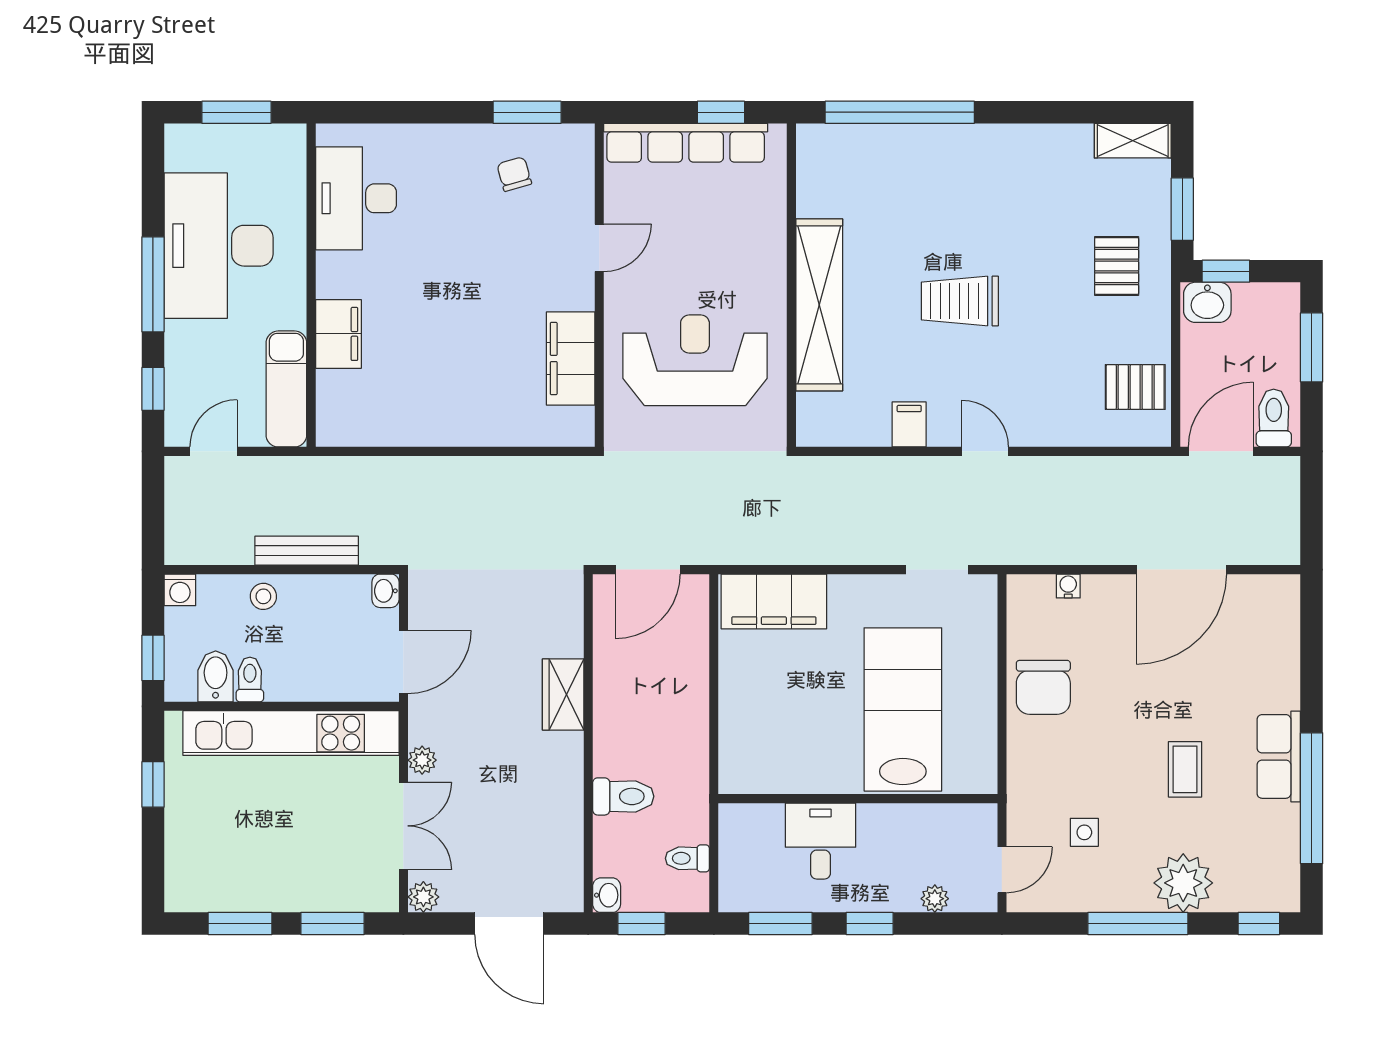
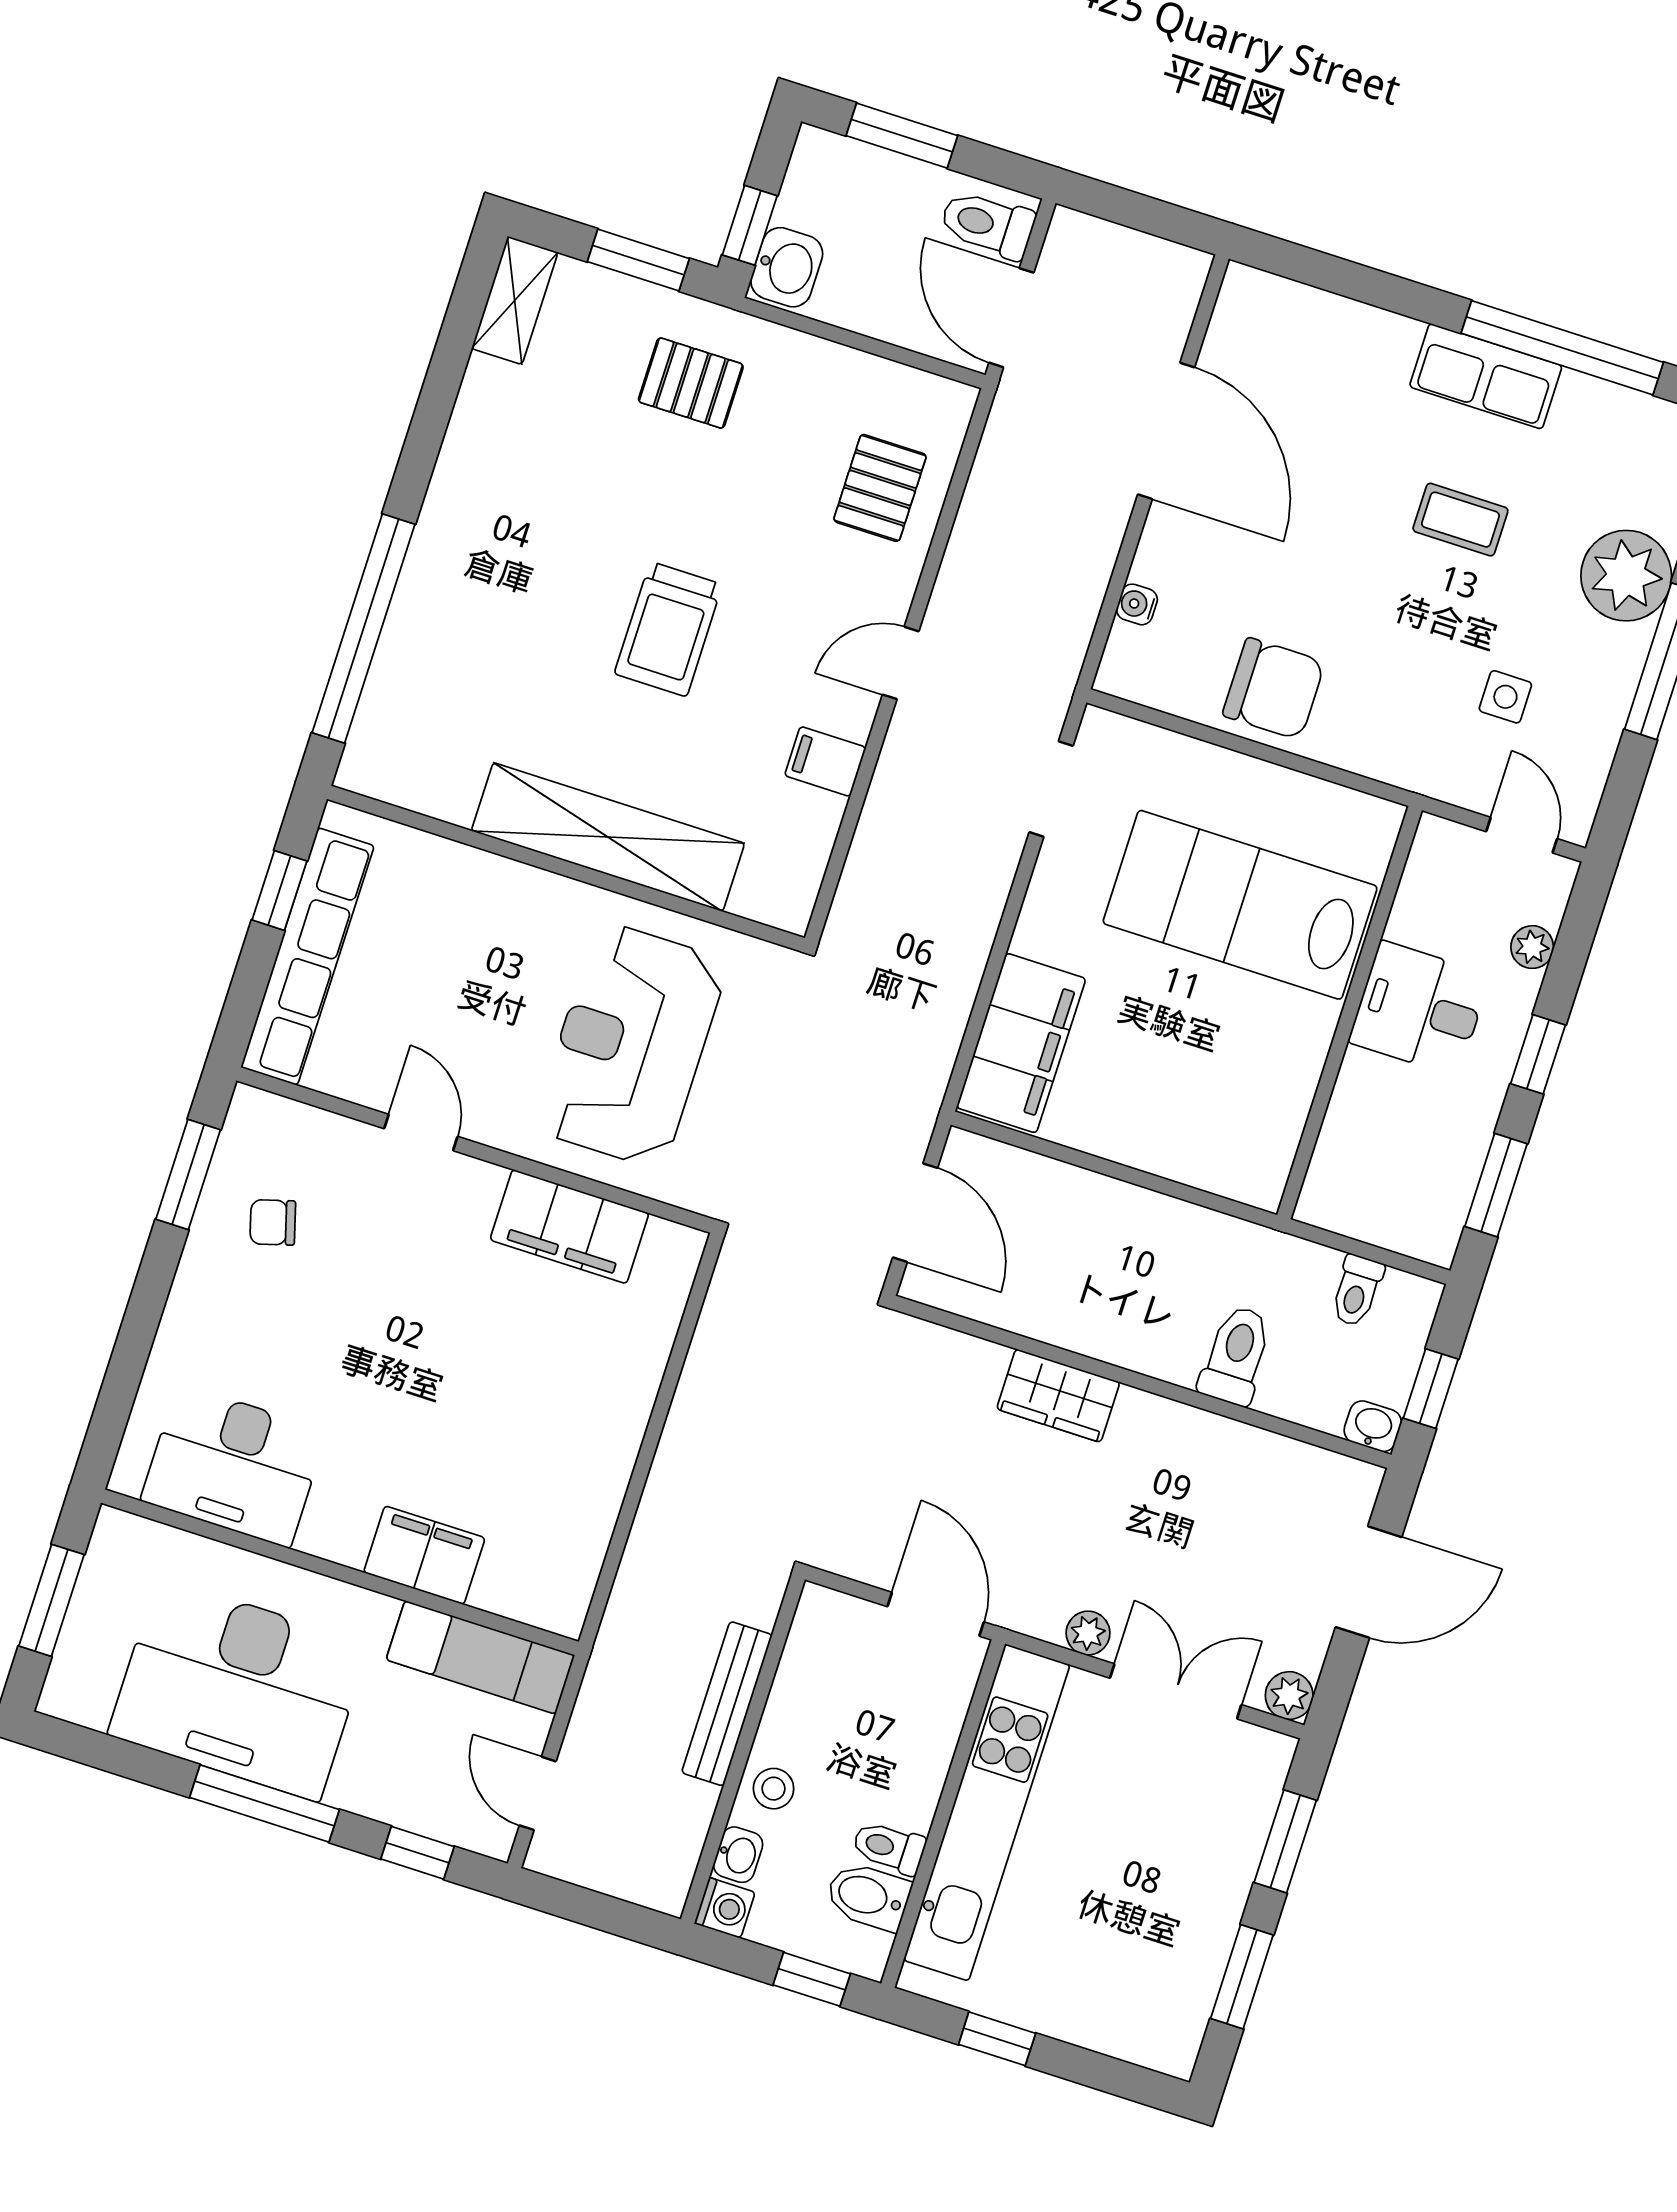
pallet: (1135, 387) -> (880, 488), moved
washbasin: (385, 591) -> (738, 1855), moved, turned -90
desk: (821, 841) -> (1419, 1008), moved

